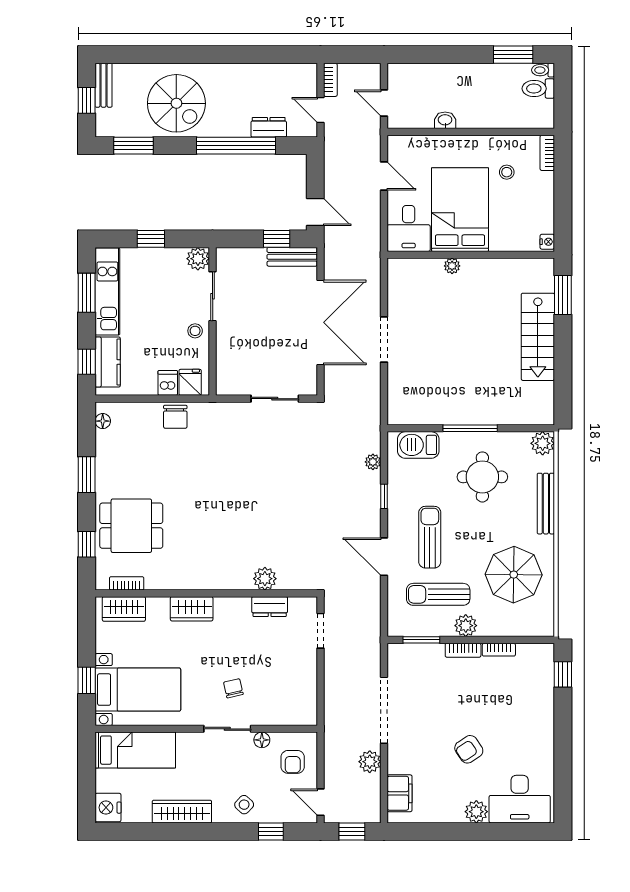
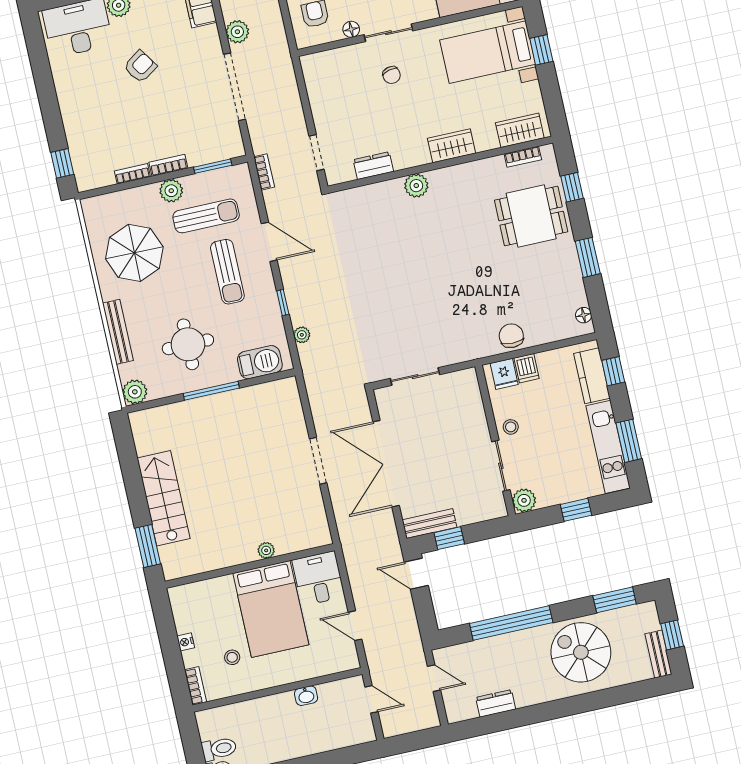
bookcase: (330, 80) -> (264, 172), moved, turned 180
dresser: (269, 127) -> (496, 703), moved, turned 180
nightstand: (547, 242) -> (186, 642), moved
plant: (265, 579) -> (416, 186), moved

